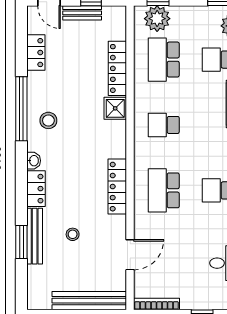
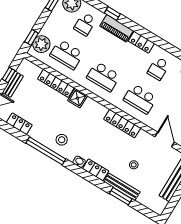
school desk: (164, 125) -> (103, 77), width x1.85

